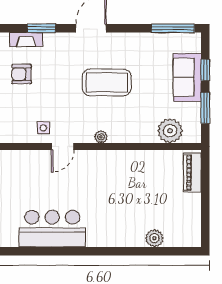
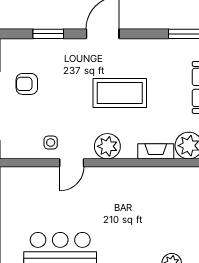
fireplace: (26, 39) -> (156, 151), moved, turned 180
plant: (101, 137) -> (107, 146), width x1.87, depth x1.87

